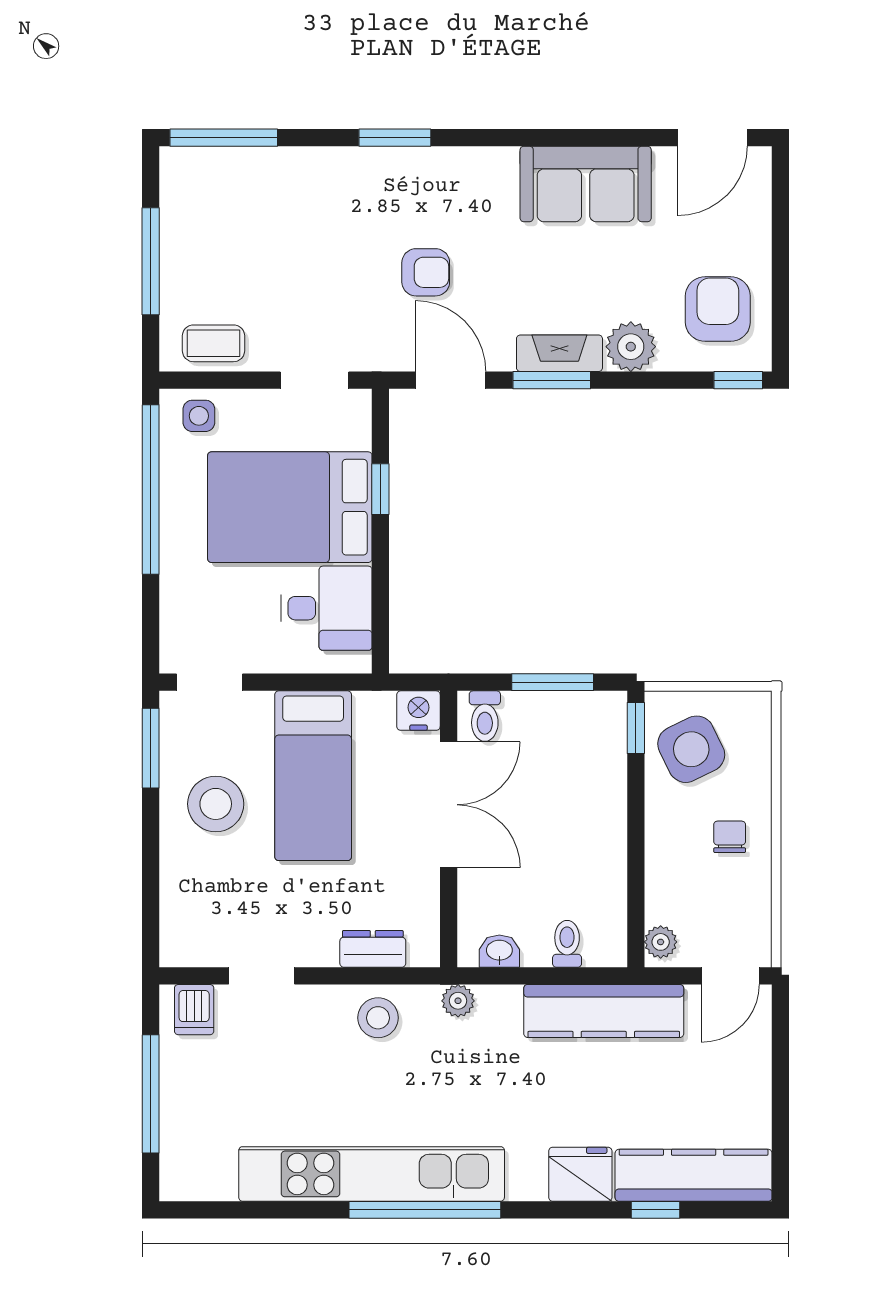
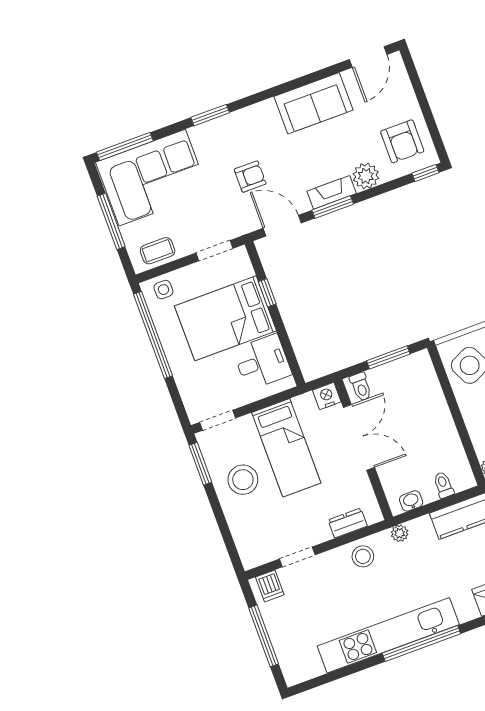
corner sofa: (252, 211) -> (152, 178), added
armchair: (718, 309) -> (402, 141), turned 180
window: (636, 728) -> (438, 365), removed

